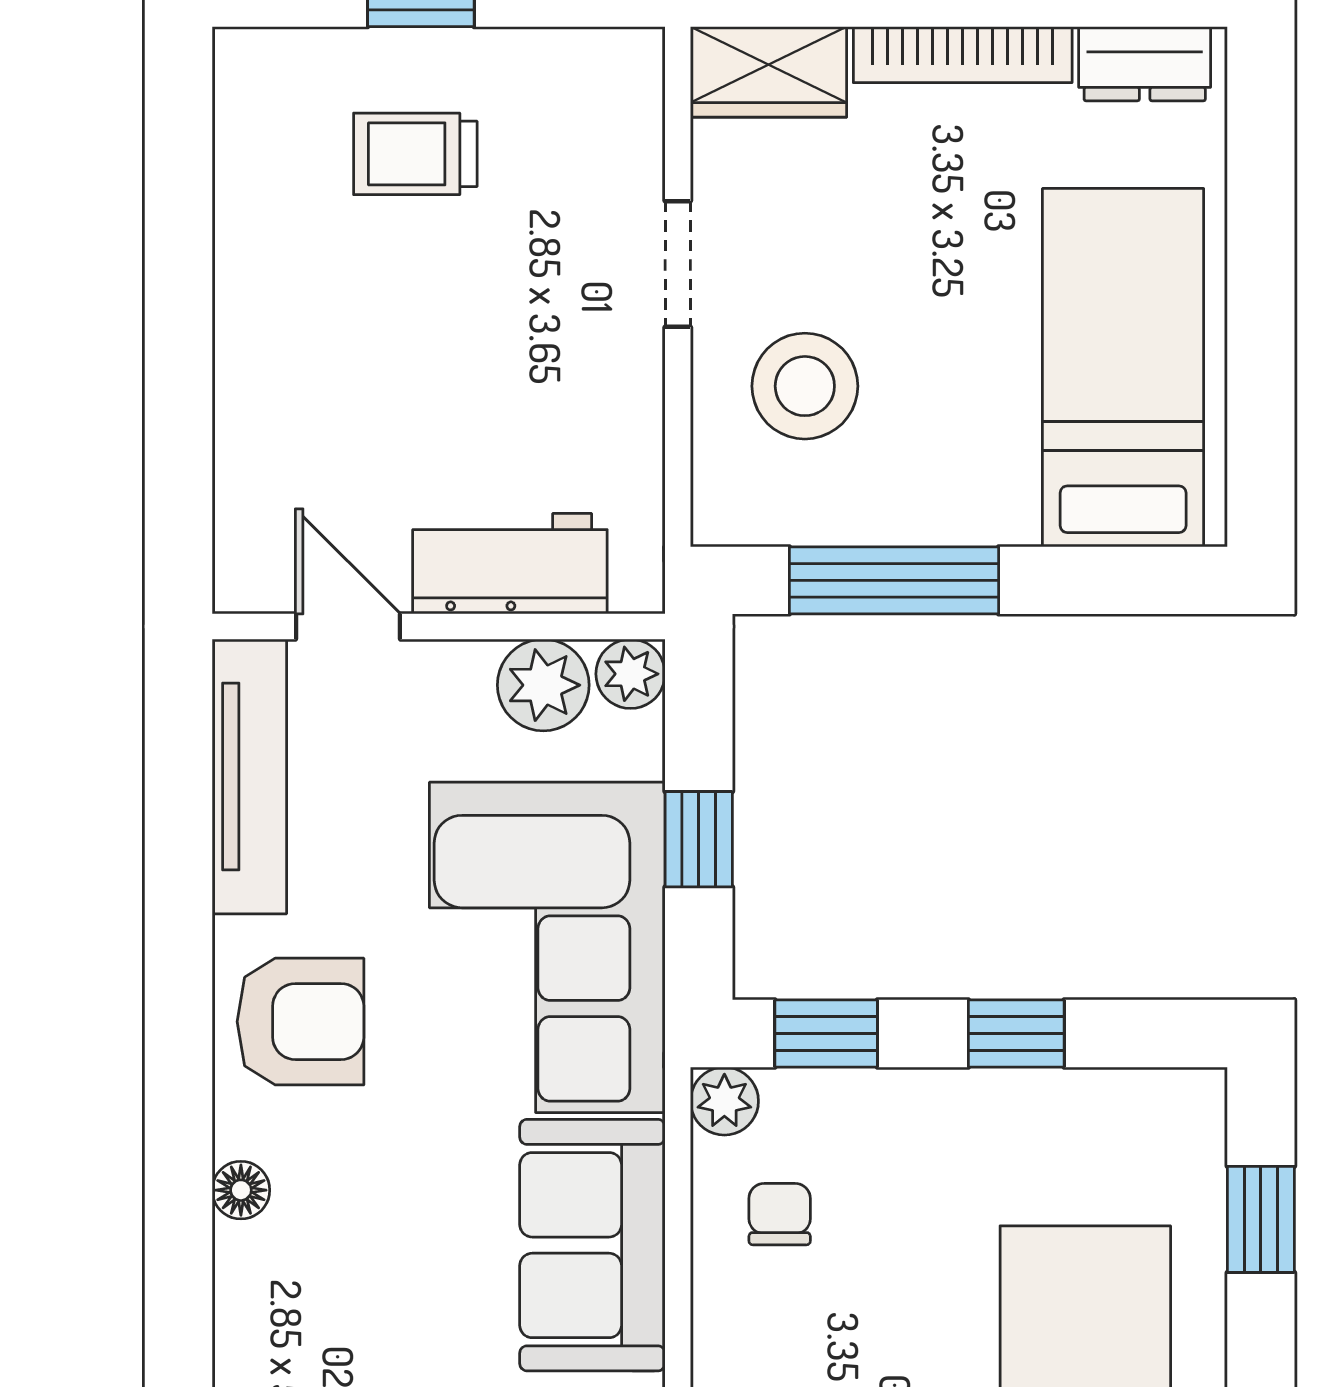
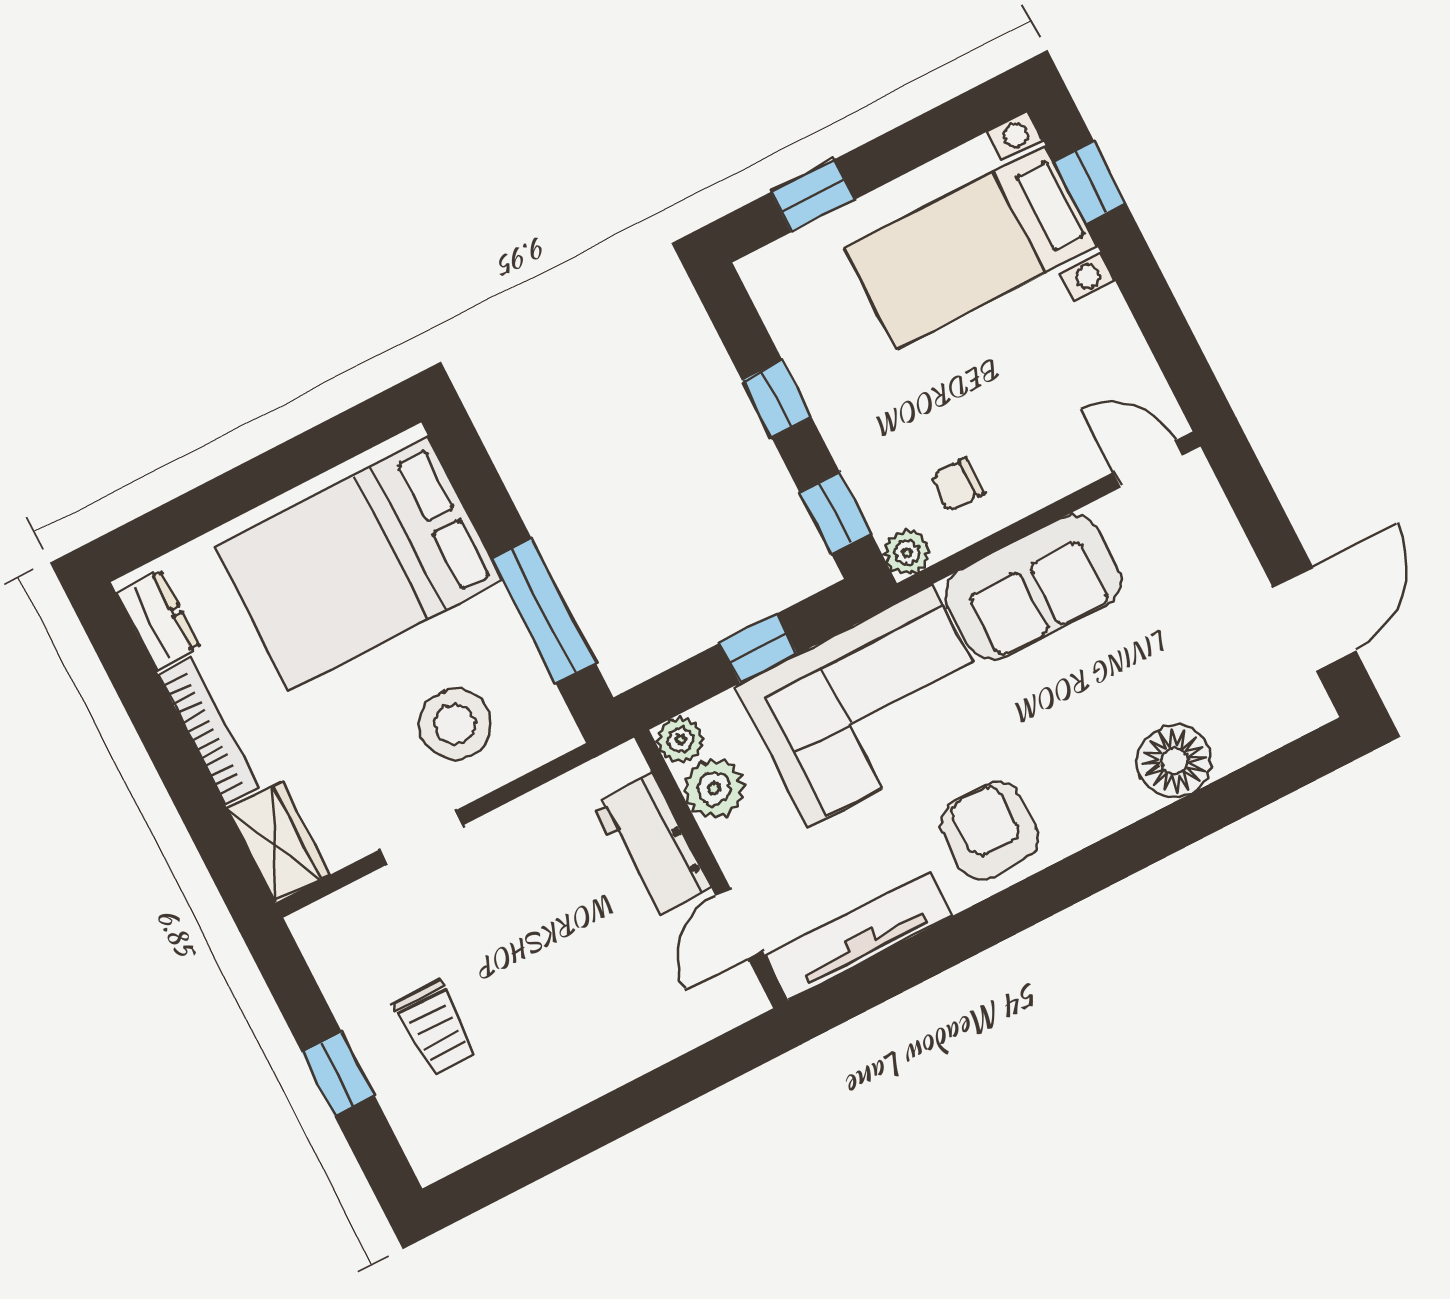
bed: (1123, 368) -> (359, 564), width x1.50
floor lamp: (241, 1190) -> (1174, 761), moved, width x1.89, depth x1.89

